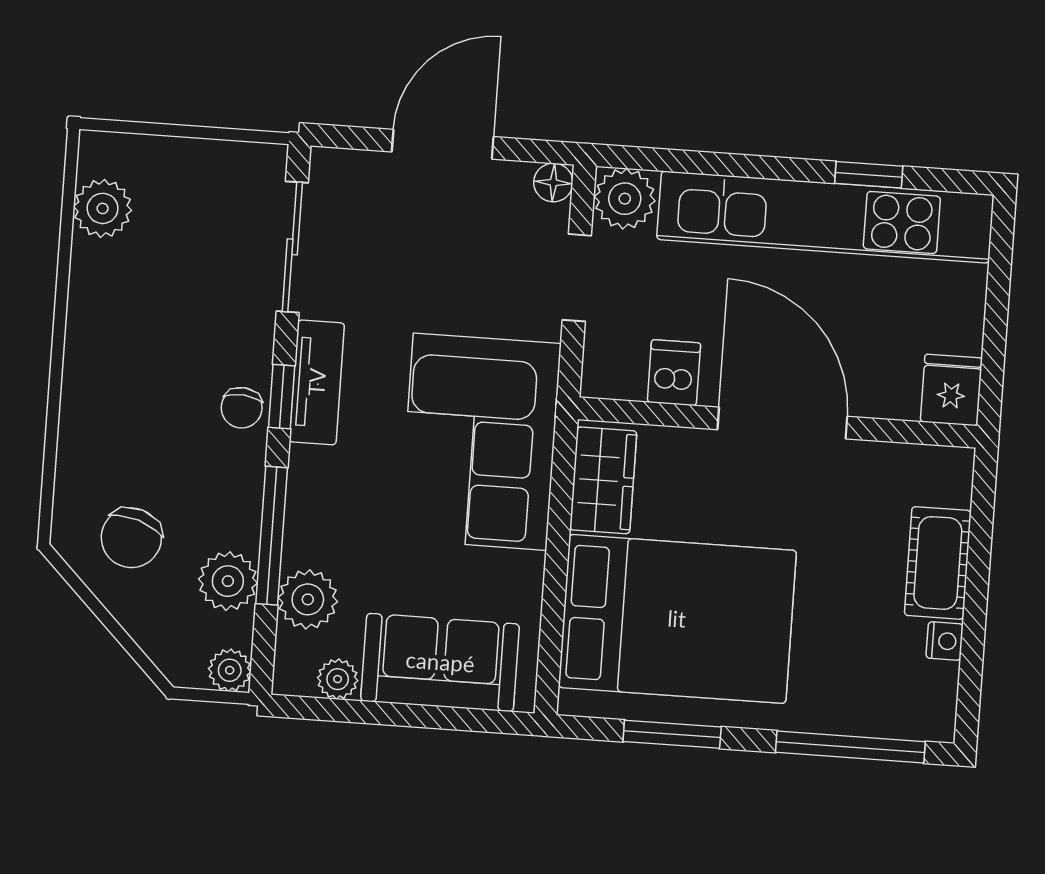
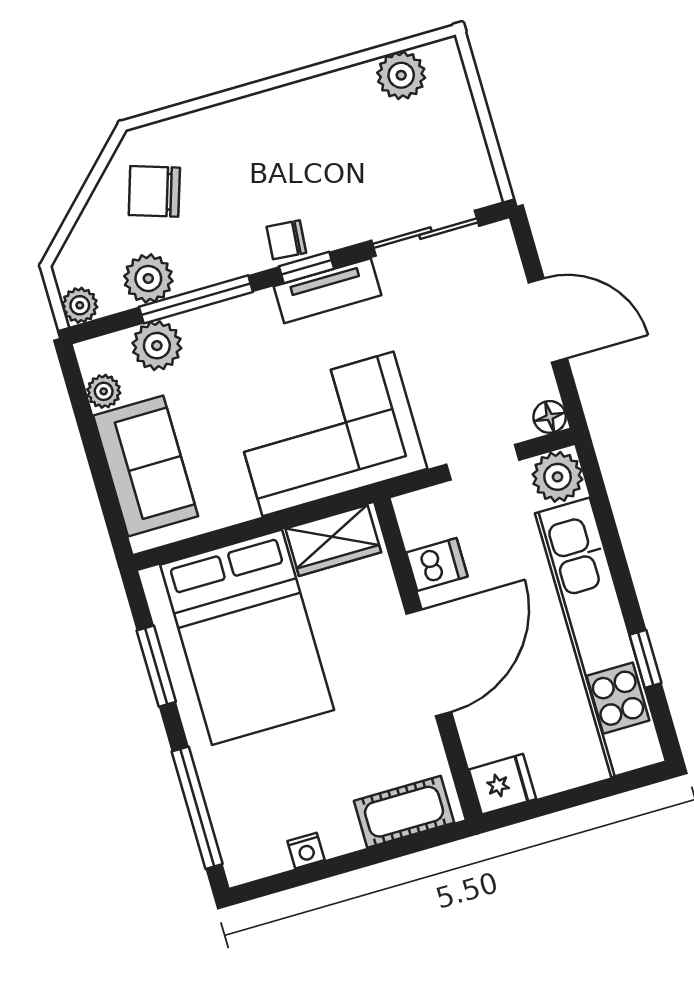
cot: (938, 563) -> (404, 812), moved

